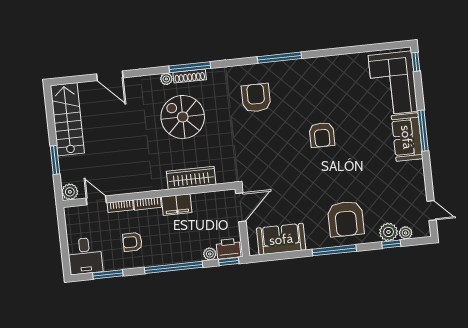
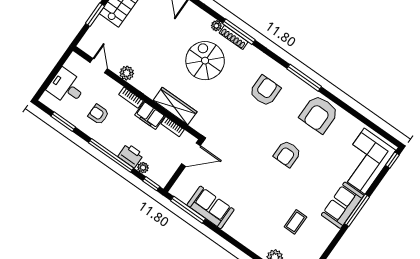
coffee table: (379, 186) -> (295, 222), added
plant: (70, 192) -> (127, 73), moved
bookcase: (120, 206) -> (173, 127), moved
armchair: (346, 219) -> (319, 114), moved
sofa: (281, 239) -> (211, 207), moved
printer: (228, 249) -> (131, 155), moved
window: (334, 250) -> (188, 210), moved
desk: (85, 256) -> (66, 87), moved, turned 90

